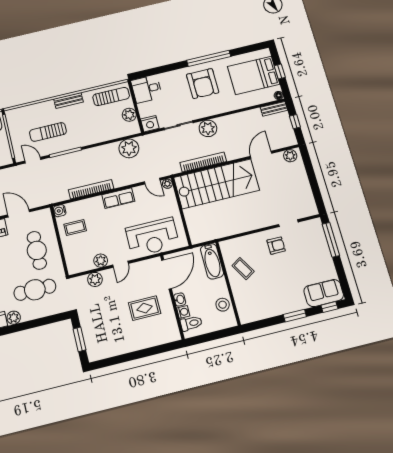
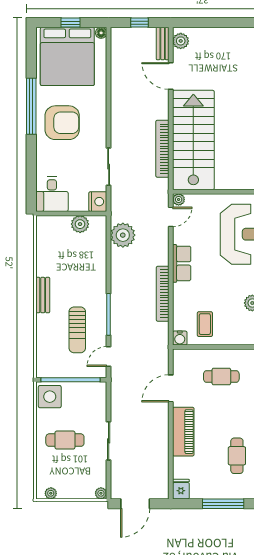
bed: (254, 75) -> (67, 56), width x1.36
sun lounger: (111, 96) -> (51, 241), removed
bench: (274, 109) -> (163, 44), moved
plant: (208, 128) -> (121, 132), removed
cafe table: (37, 250) -> (221, 377), width x0.73, depth x0.74

